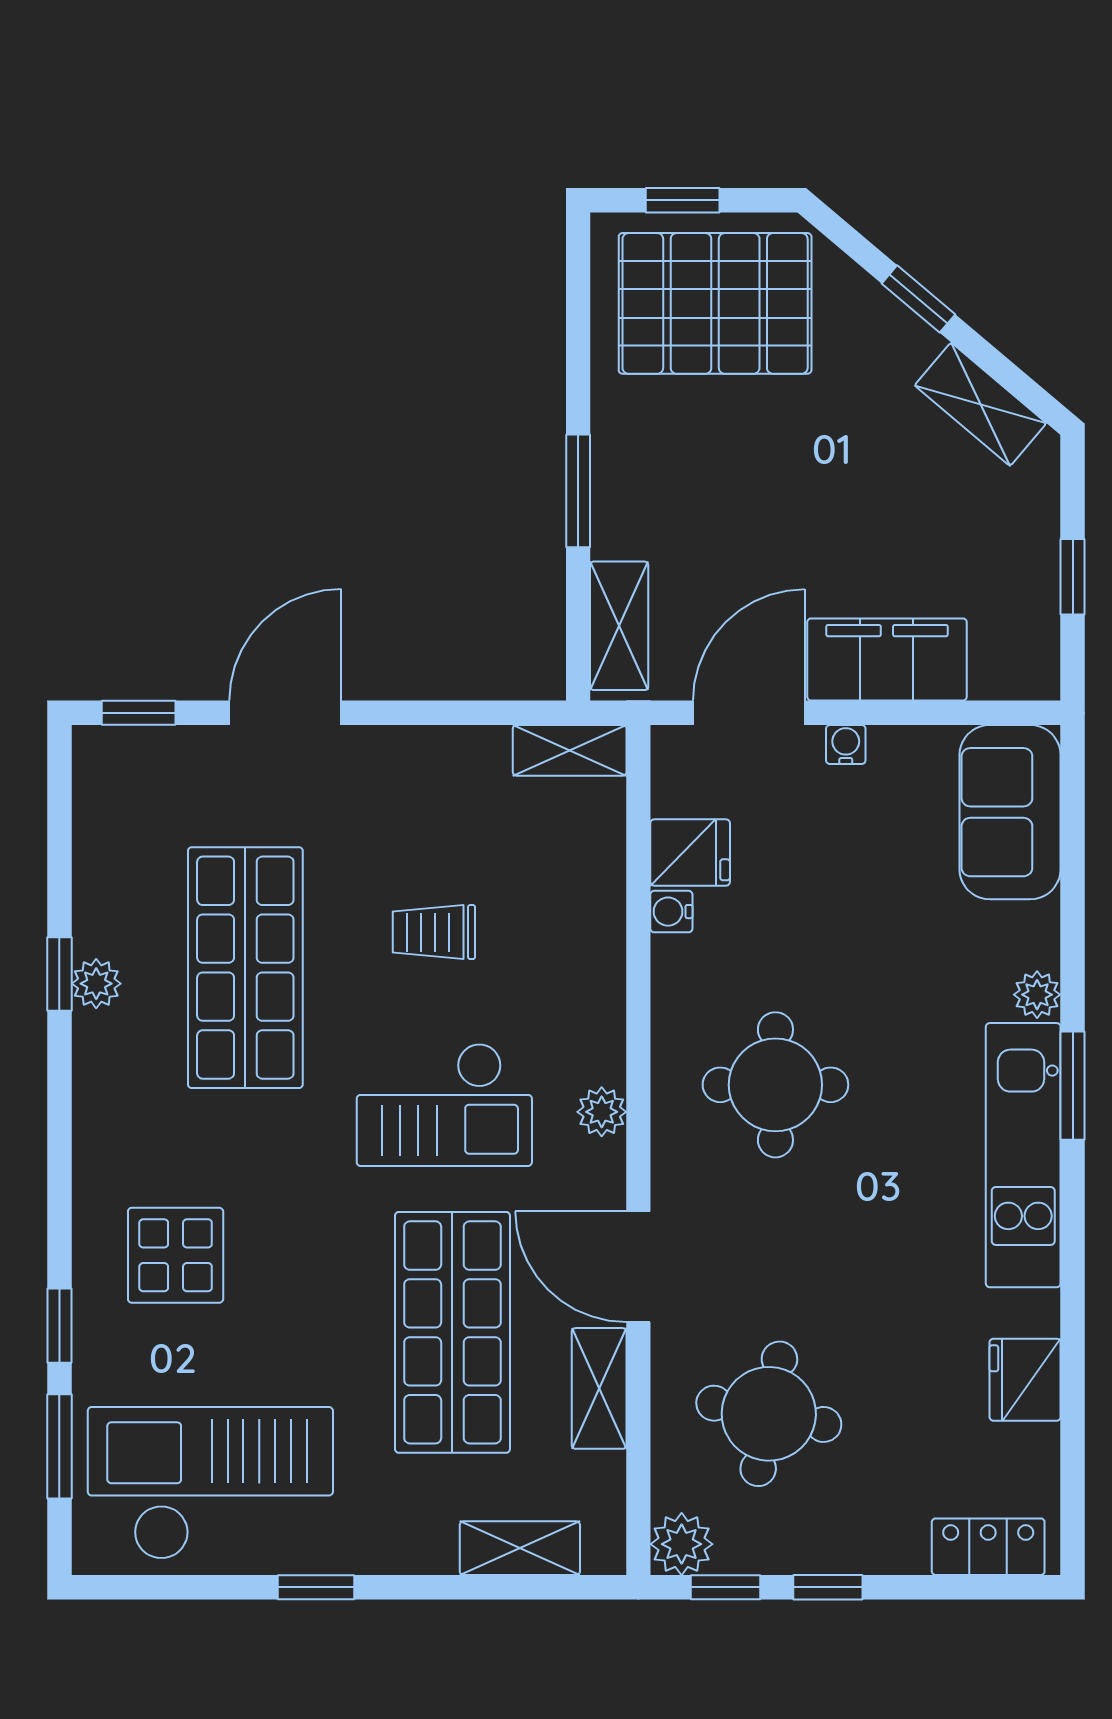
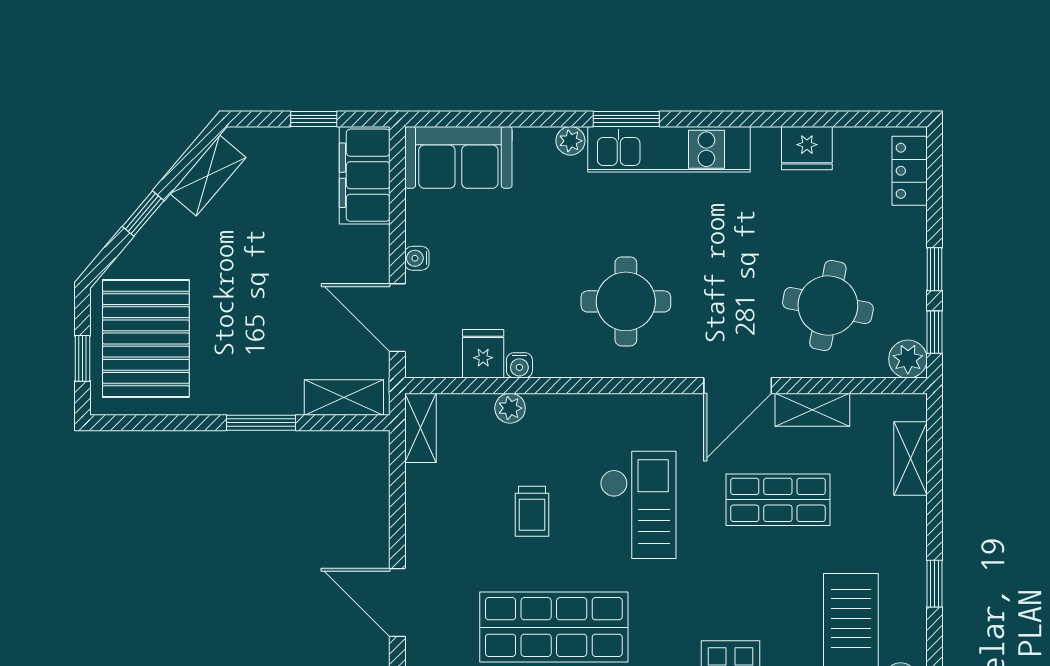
filing cabinet: (887, 660) -> (365, 175), moved
plant: (602, 1112) -> (510, 408), moved
shop shelf: (452, 1332) -> (778, 500), width x0.70, depth x0.74

